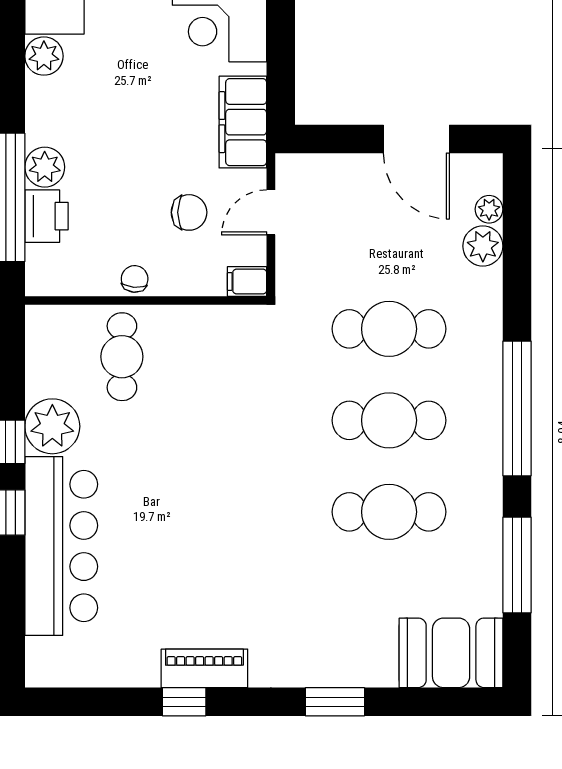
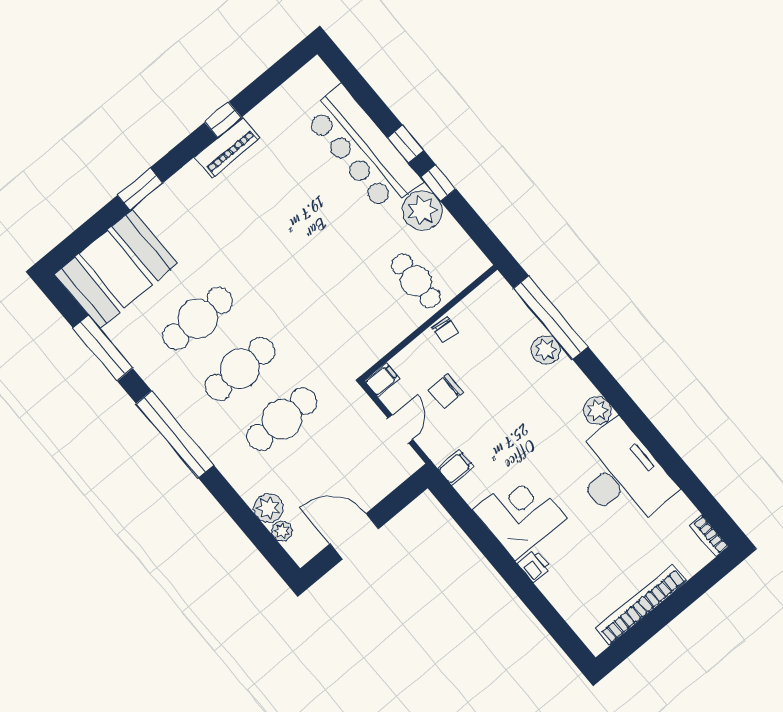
filing cabinet: (243, 122) -> (456, 467), width x0.33, depth x0.86
printer: (47, 216) -> (522, 324), removed
booth: (451, 653) -> (116, 269), width x1.36, depth x1.42

